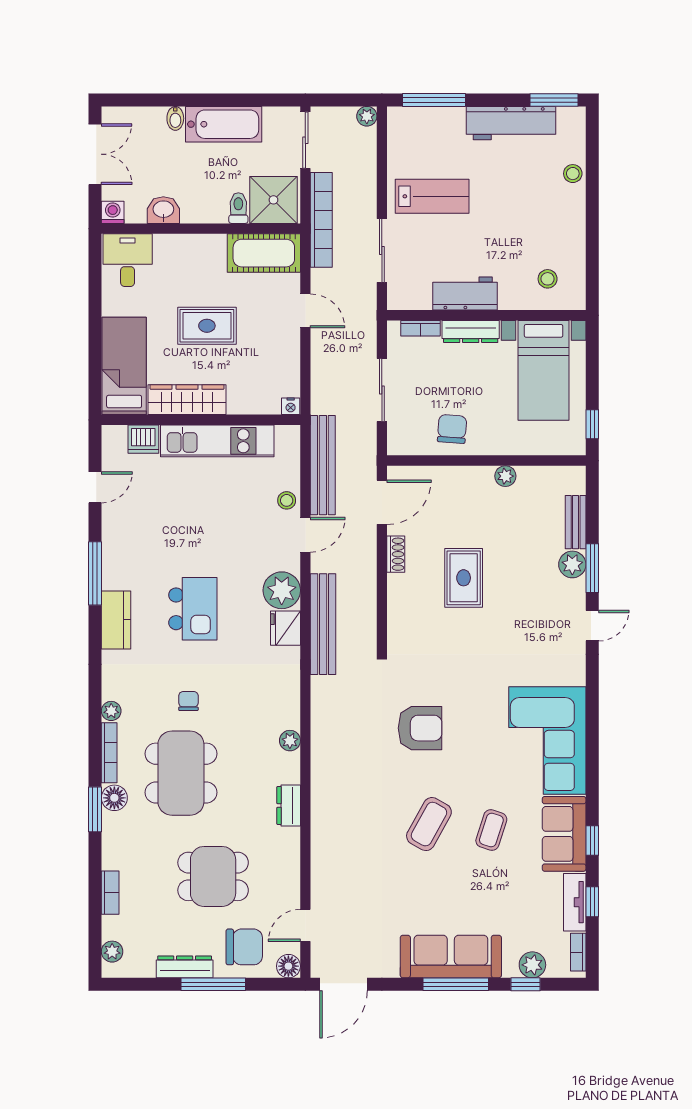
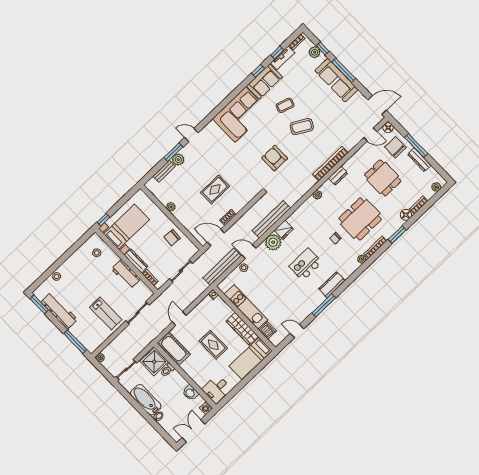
lab bench: (432, 196) -> (106, 313), turned 180
bookcase: (321, 220) -> (330, 163), moved
window: (592, 424) -> (103, 220), moved
floor lamp: (114, 798) -> (406, 215), moved

